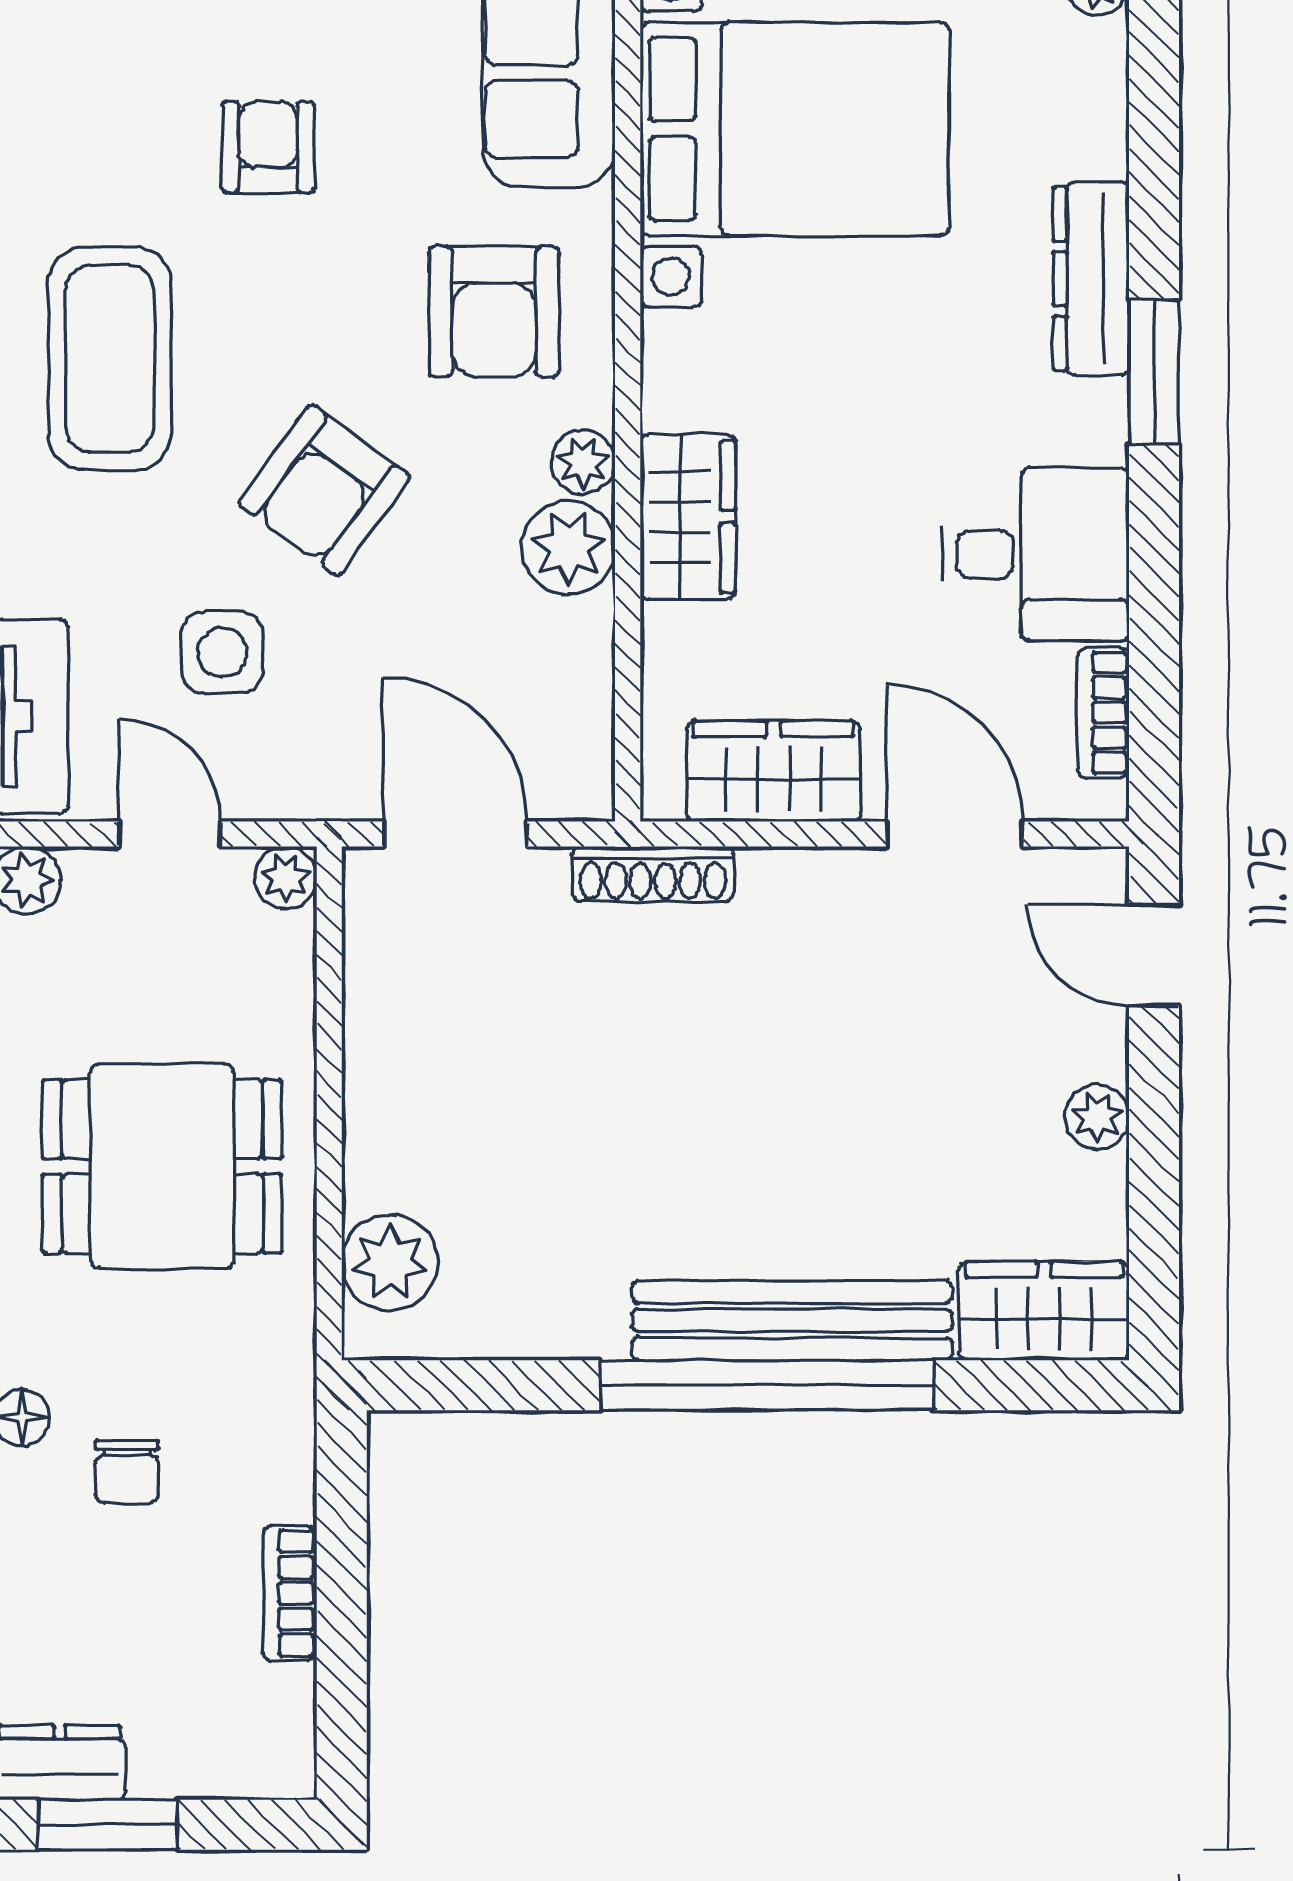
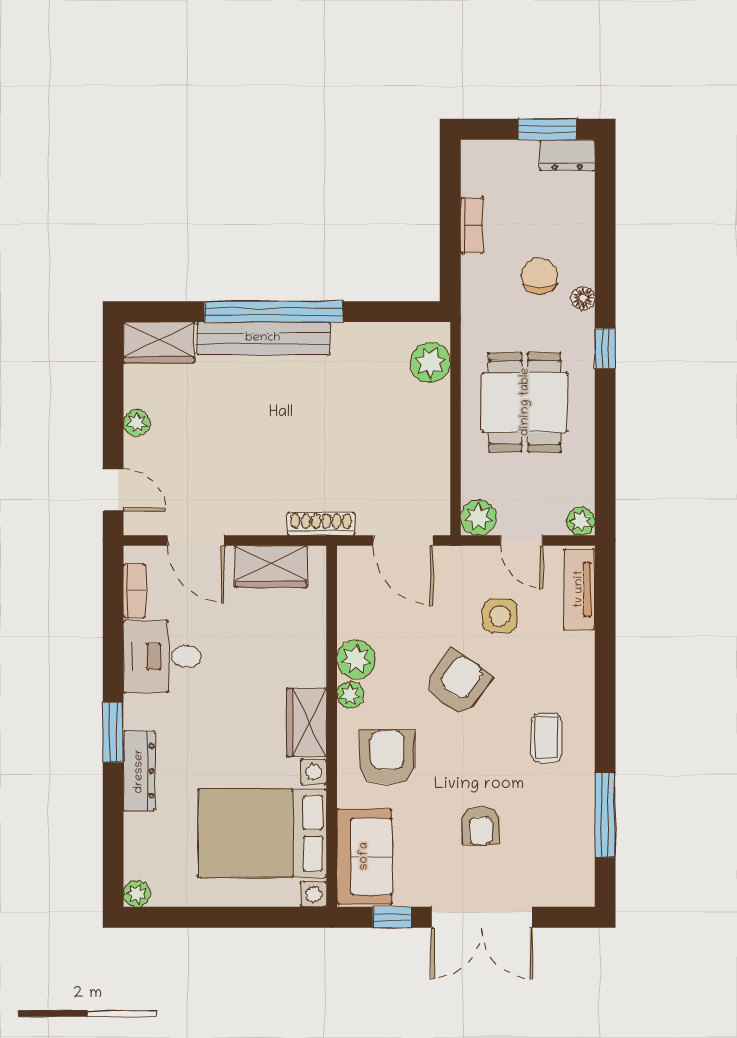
coffee table: (110, 358) -> (547, 738), width x0.54, depth x0.58
wardrobe: (688, 517) -> (307, 722), moved
plant: (286, 878) -> (478, 518), width x1.38, depth x1.38
dining table: (162, 1166) -> (525, 402), turned 90
chair: (127, 1471) -> (539, 276), width x1.37, depth x1.37

